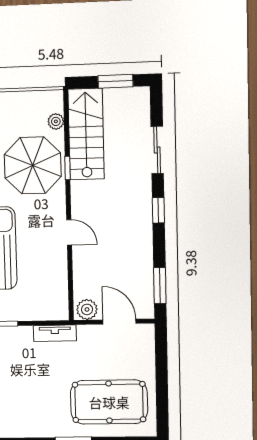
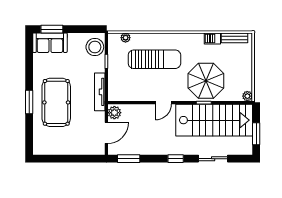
plant: (56, 121) -> (247, 96), moved
stairs: (86, 134) -> (214, 120), width x1.36, depth x1.51
tv unit: (55, 333) -> (100, 92), width x1.41
pool table: (109, 402) -> (56, 102), moved

